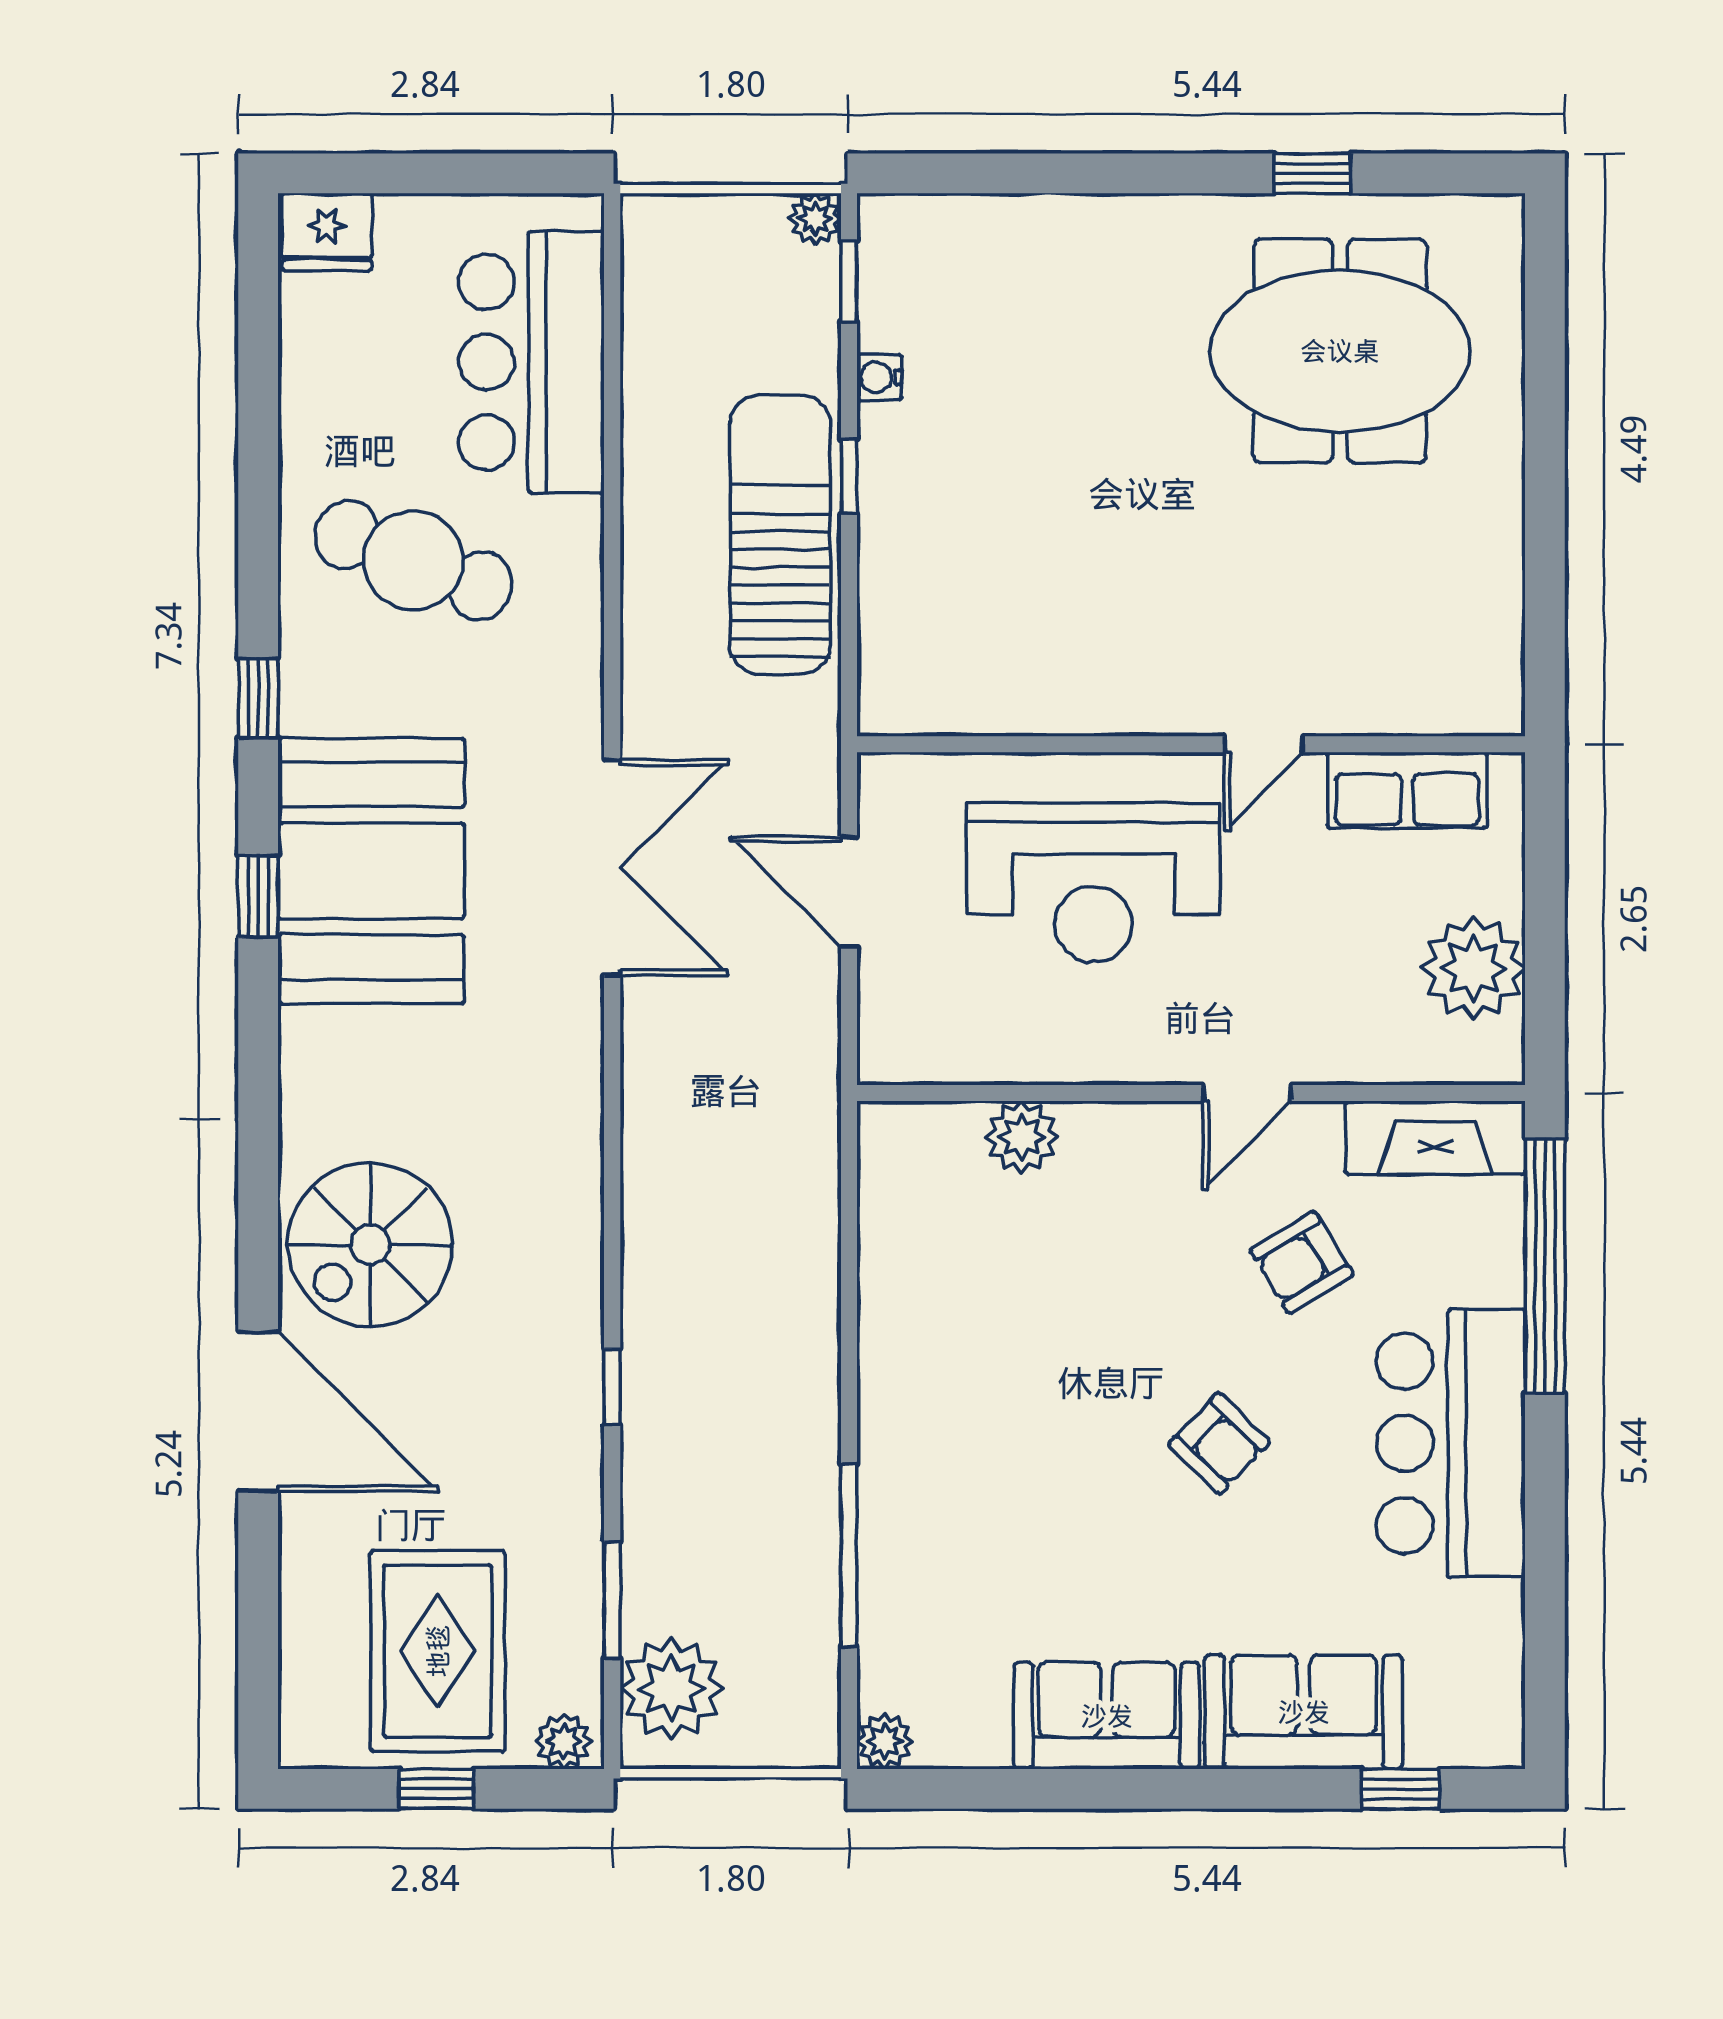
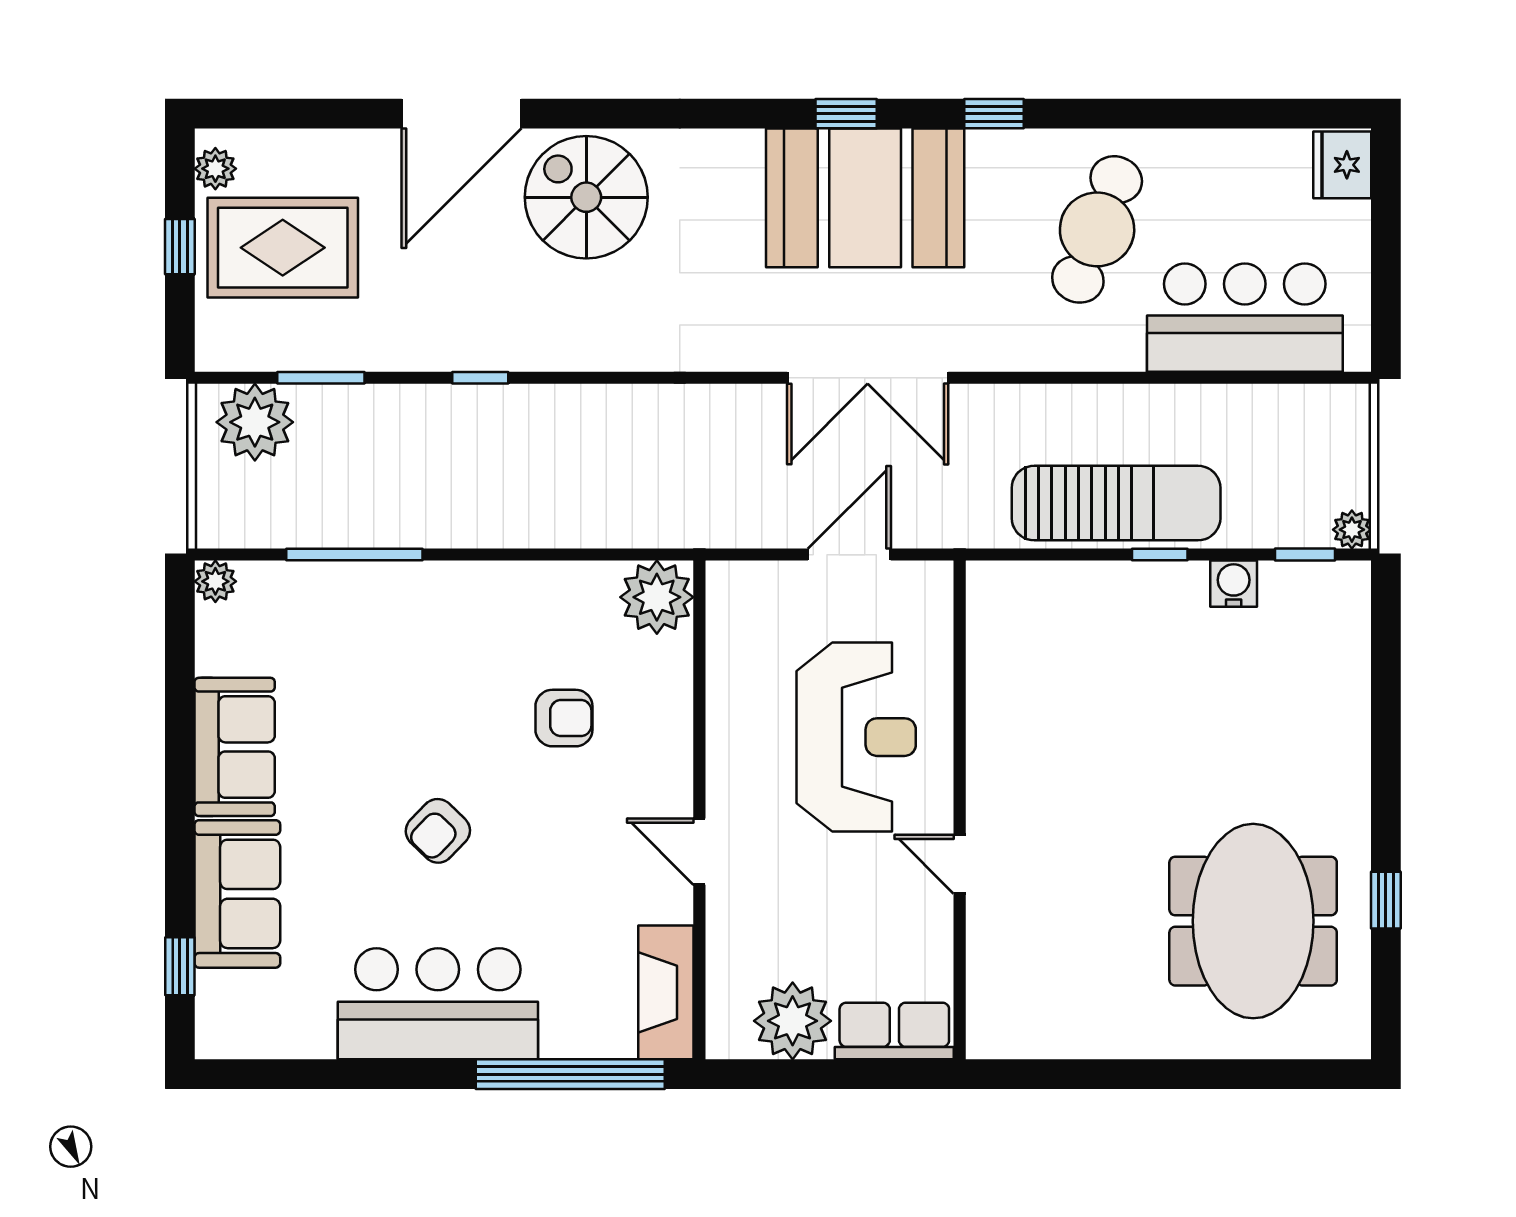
water cooler: (879, 377) -> (1234, 584), width x1.38, depth x1.38
row of seats: (1407, 790) -> (894, 1031), moved, turned 90
reception desk: (1093, 883) -> (856, 737), turned 180
plant: (1022, 1137) -> (657, 597), moved, width x1.36, depth x1.36
armchair: (1302, 1262) -> (564, 718), moved, turned 121
plant: (563, 1741) -> (215, 169), moved

